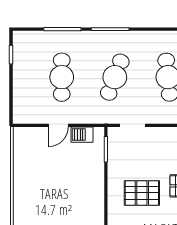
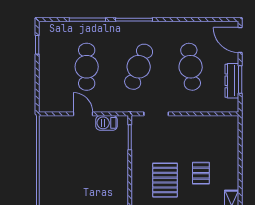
door: (58, 125) -> (83, 114), swing flipped
pallet: (142, 193) -> (165, 180), turned 90

